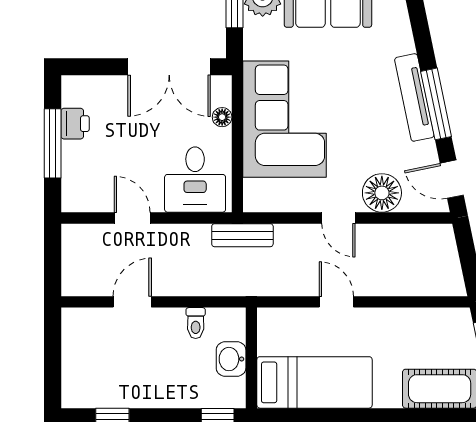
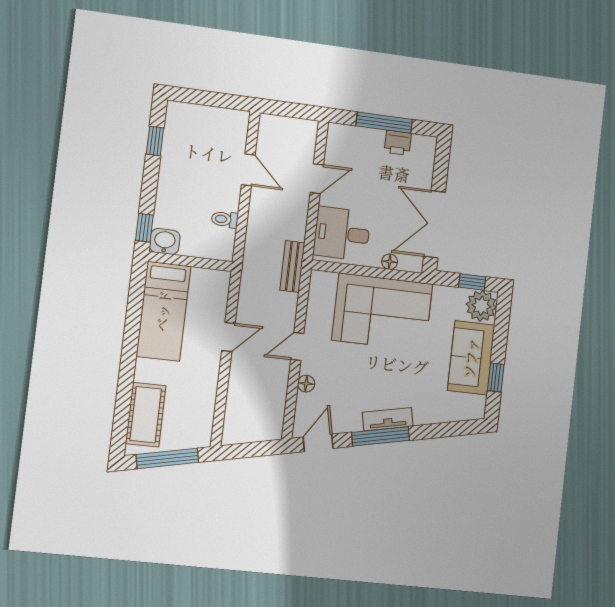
tv unit: (414, 97) -> (388, 419), width x0.71
floor lamp: (382, 193) -> (306, 384), width x0.53, depth x0.53
washbasin: (231, 359) -> (165, 241), moved

